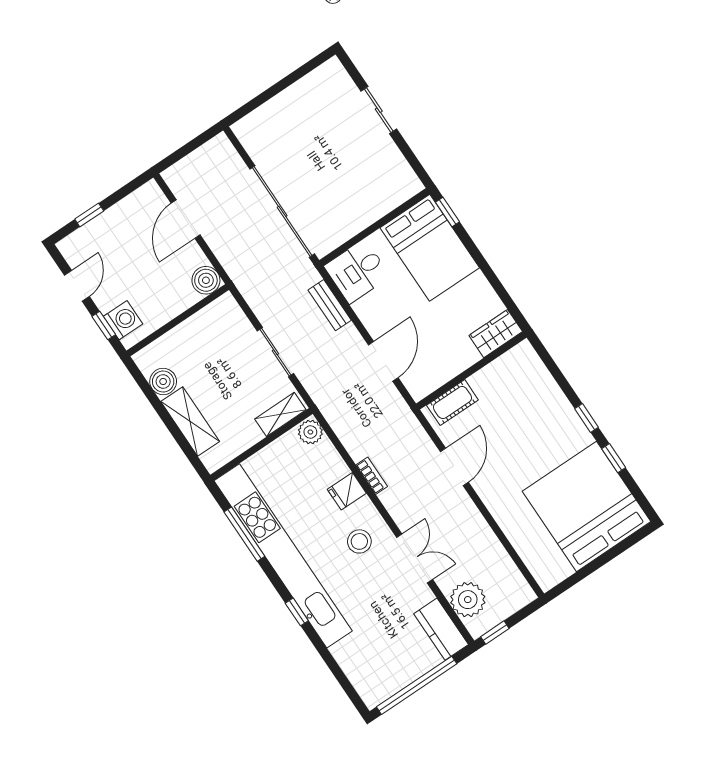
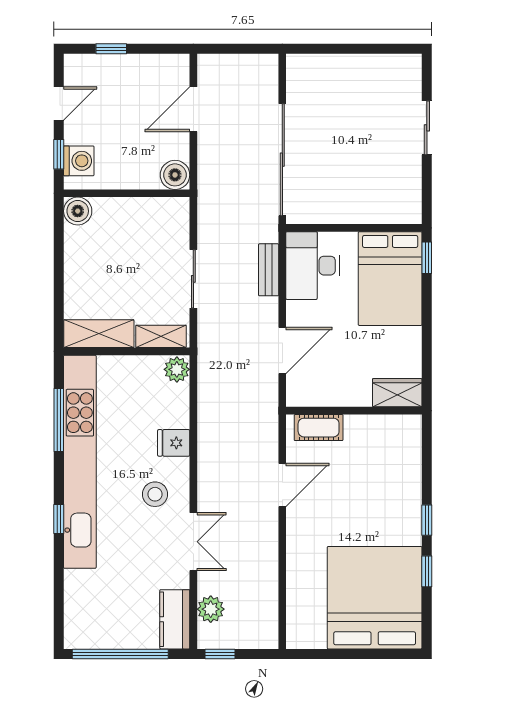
desk: (357, 271) -> (313, 266), width x1.37
boiler: (163, 382) -> (78, 211), moved
shelving: (190, 422) -> (99, 334), moved, turned 90
bookcase: (372, 476) -> (205, 444), removed
plant: (468, 600) -> (211, 609), width x0.73, depth x0.73

